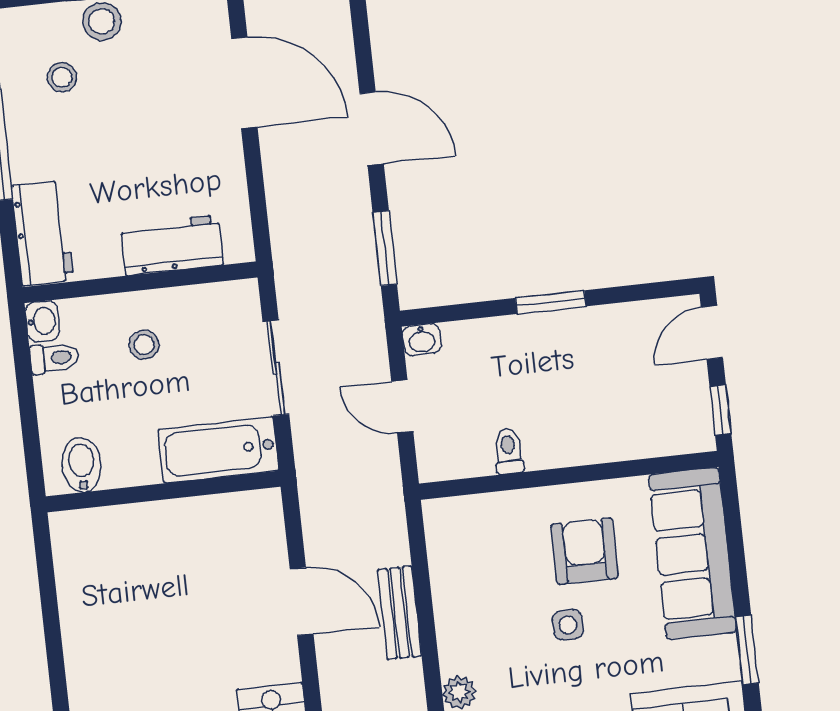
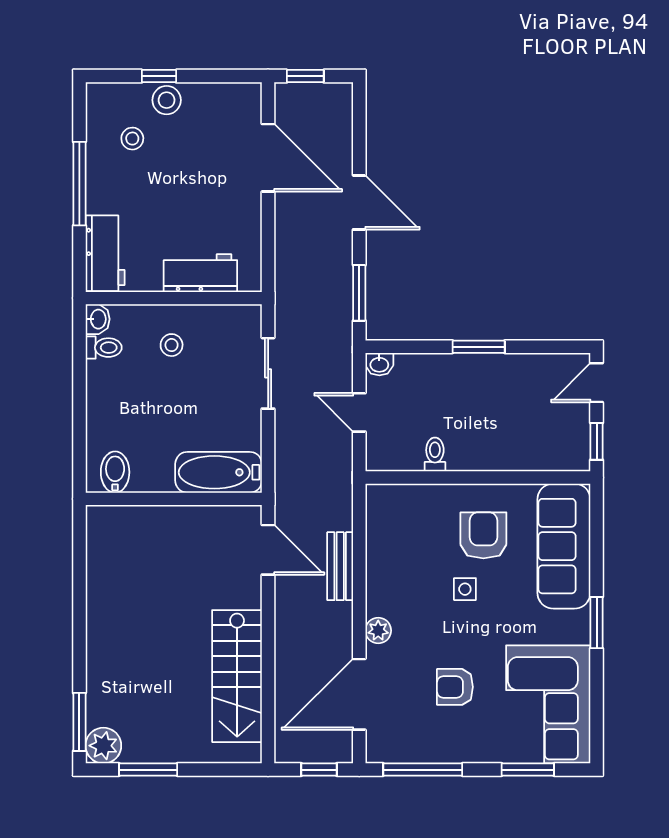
bathtub: (219, 450) -> (219, 472), moved
bidet: (82, 465) -> (115, 472), moved
wall: (163, 492) -> (174, 499), moved

